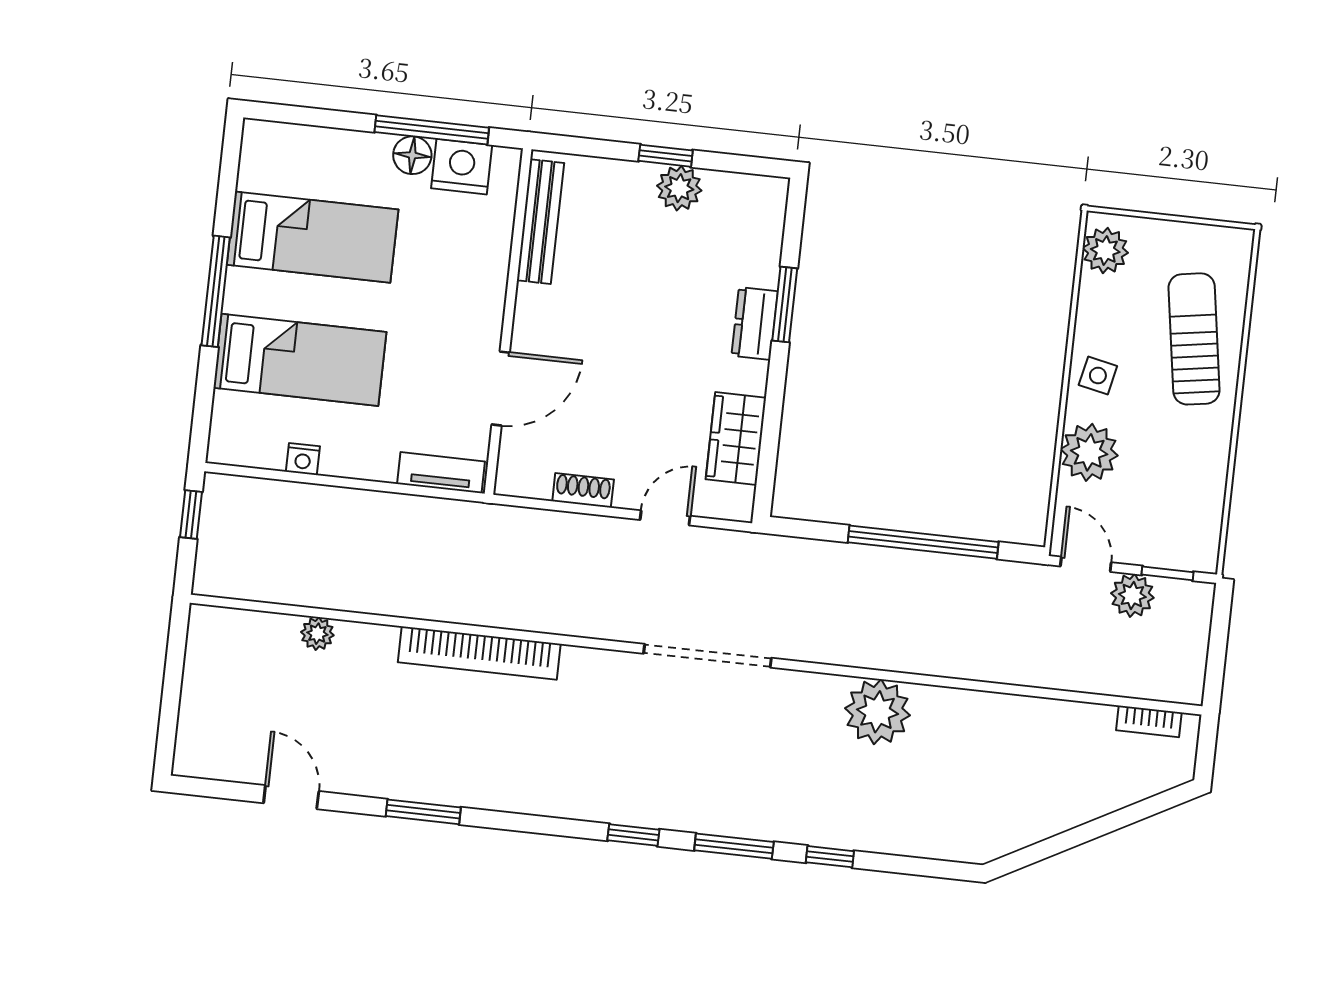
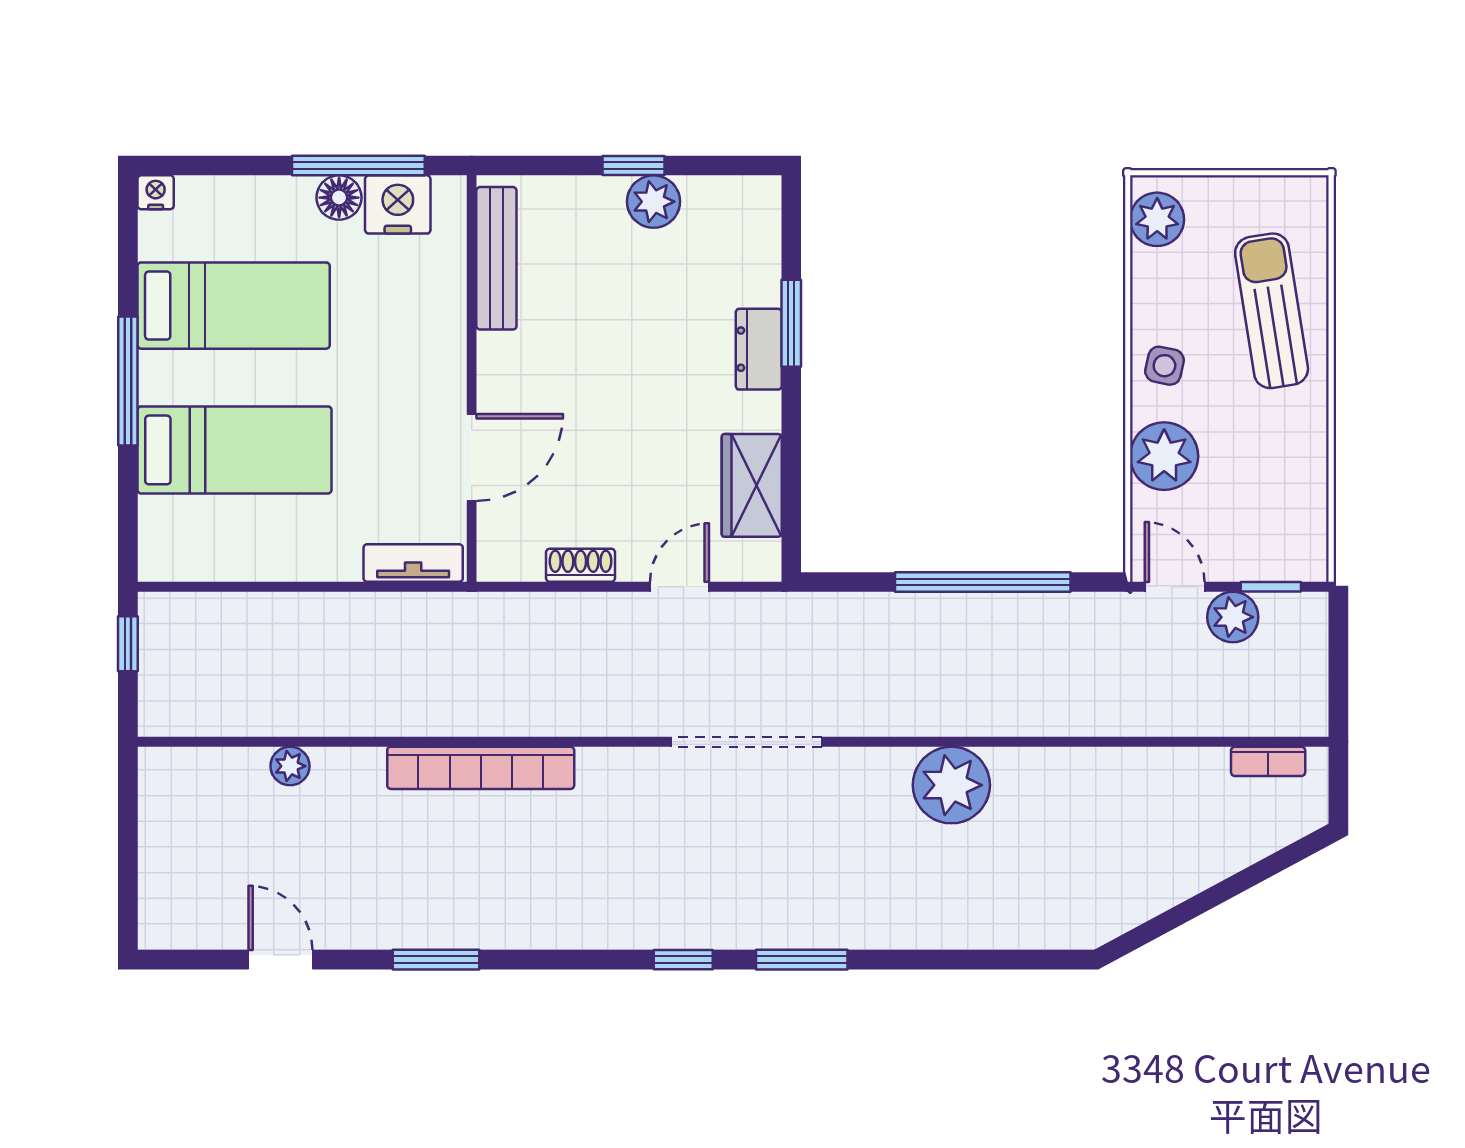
nightstand: (303, 459) -> (156, 192), moved, turned 180
window: (830, 857) -> (914, 960), removed

